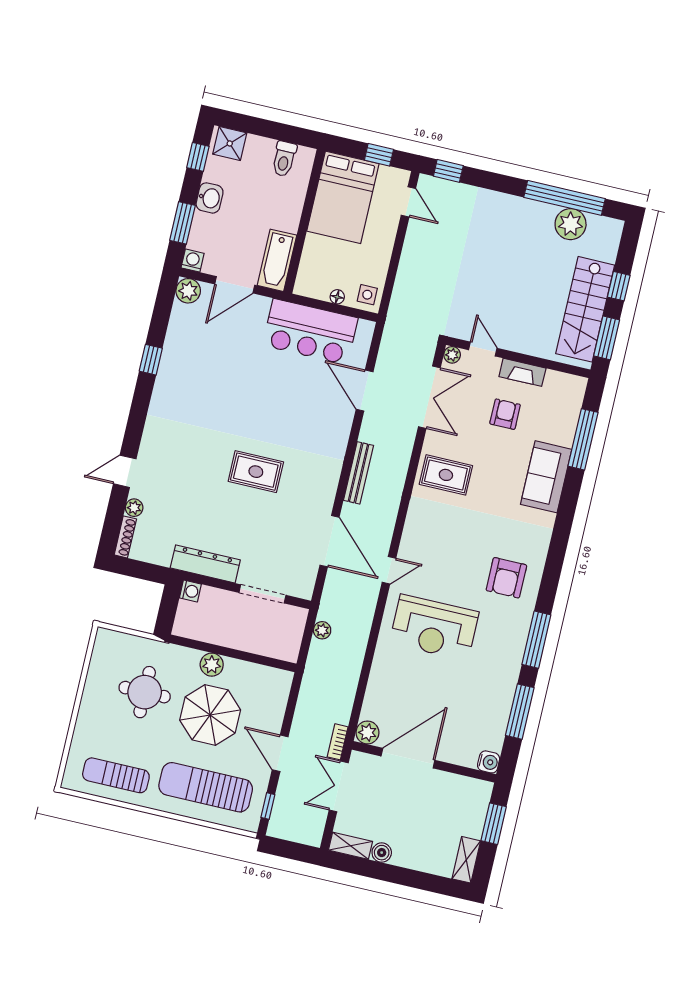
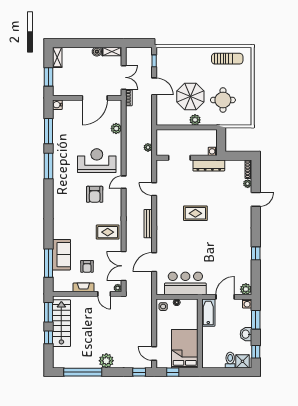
toilet: (284, 159) -> (230, 360), moved
plant: (571, 224) -> (106, 361), moved
door: (365, 390) -> (154, 262), swing flipped
sofa: (546, 477) -> (61, 255), moved
door: (329, 541) -> (154, 189), width x0.53
armchair: (506, 578) -> (95, 194), moved, turned 180
plant: (367, 733) -> (116, 128), moved
sun lounger: (206, 787) -> (185, 63), removed

